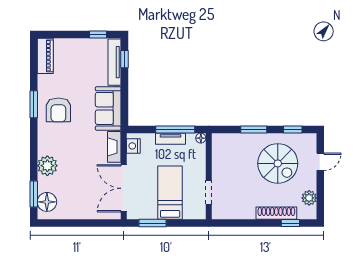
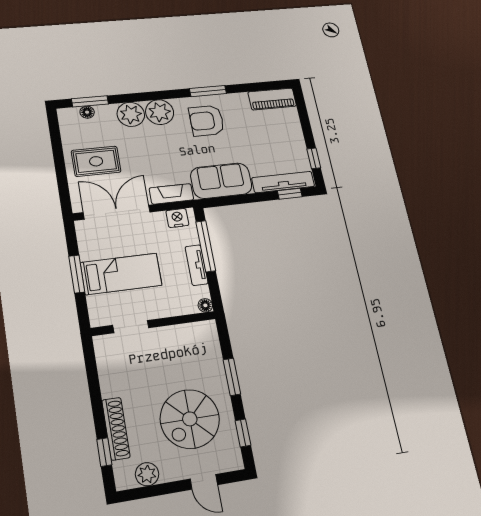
window: (175, 129) -> (206, 246), moved
plant: (48, 144) -> (160, 112), added
rug: (82, 197) -> (96, 161), added
floor lamp: (47, 202) -> (87, 112), width x0.53, depth x0.53
window: (152, 223) -> (77, 274), moved

